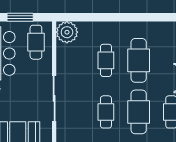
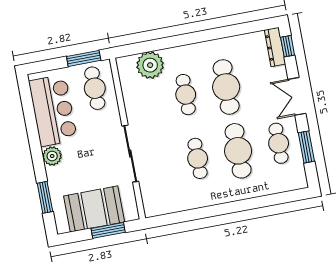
window: (20, 17) -> (84, 58), moved
plant: (67, 32) -> (150, 65), moved

